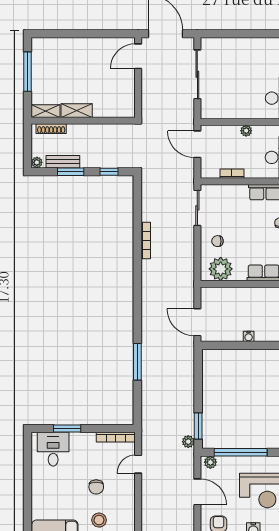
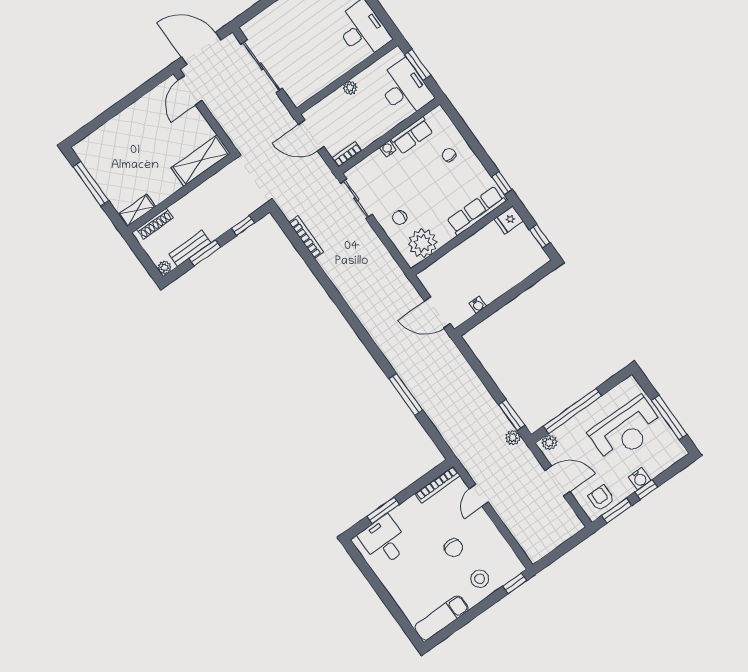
shelving: (77, 111) -> (201, 161), moved, width x1.50, depth x1.33
bookcase: (232, 174) -> (347, 154), moved
water cooler: (242, 189) -> (388, 149), added
bookcase: (146, 240) -> (306, 237), moved
water cooler: (249, 336) -> (478, 305), moved

